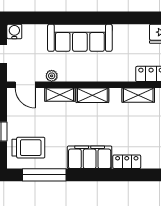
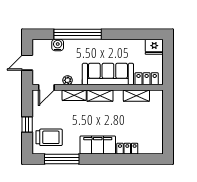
window: (64, 18) -> (78, 34), added
water cooler: (14, 31) -> (58, 45), moved
sofa: (80, 38) -> (108, 74), moved, turned 180
door: (25, 85) -> (46, 87), hinge flipped

